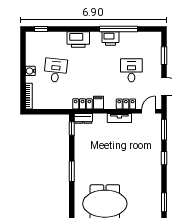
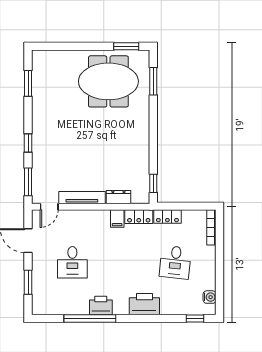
water cooler: (30, 71) -> (210, 297), moved
locker: (126, 104) -> (167, 217), moved
dresser: (83, 118) -> (118, 197), moved
tv unit: (119, 118) -> (82, 198), width x1.41
window: (72, 171) -> (153, 81), moved

